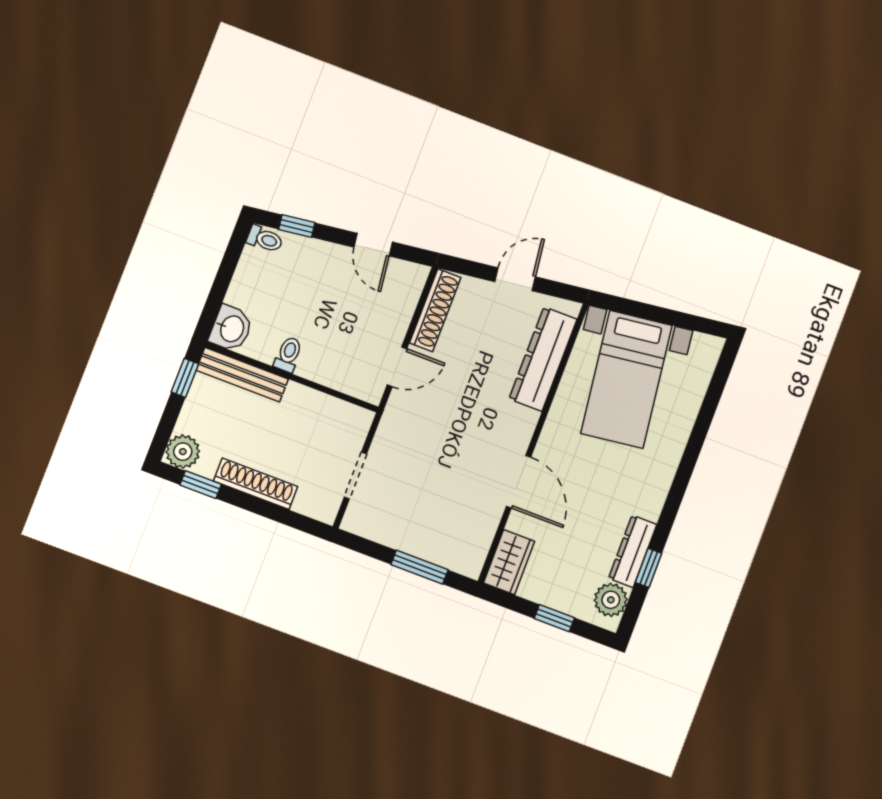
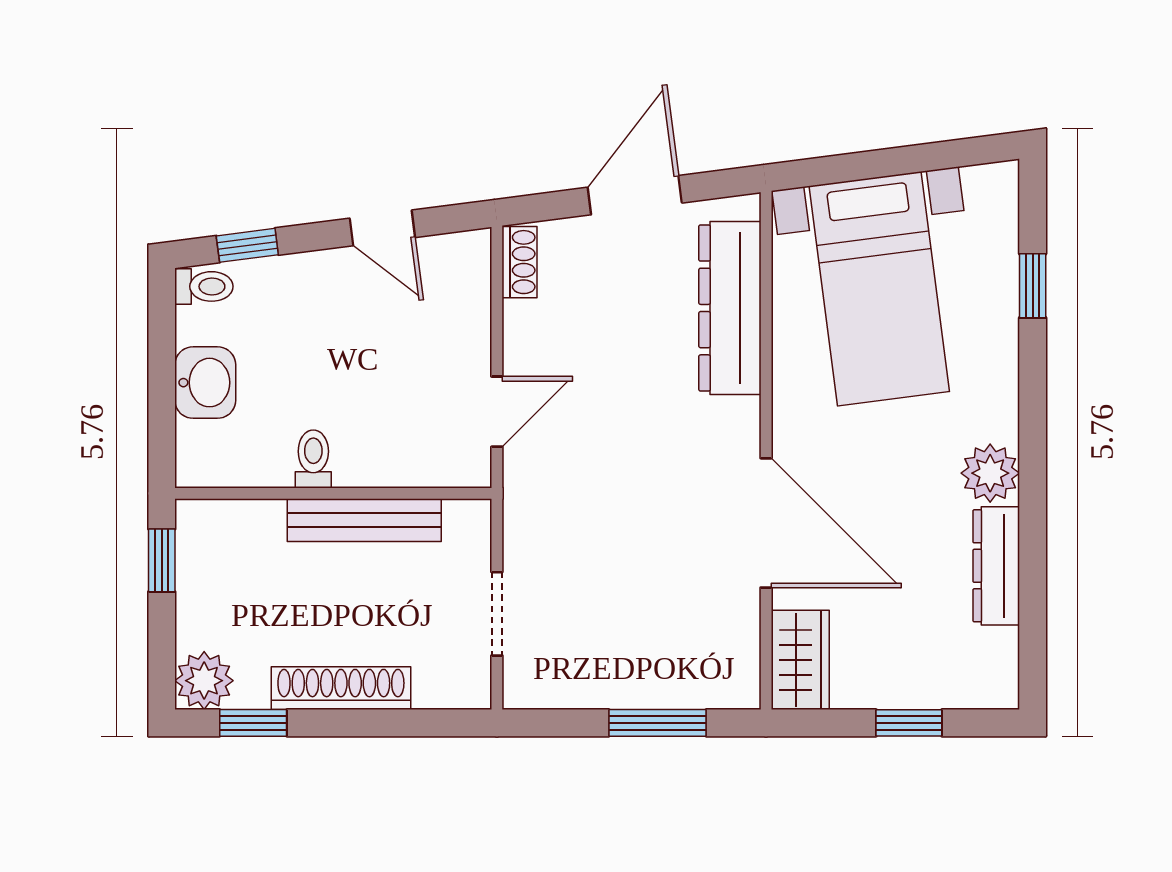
door: (515, 279) -> (635, 195), width x1.38
shoe rack: (435, 310) -> (520, 262), width x0.51, depth x0.81
washbasin: (231, 328) -> (205, 383), moved
bench: (242, 375) -> (364, 520), moved
door: (519, 482) -> (766, 523), width x1.36
window: (649, 568) -> (1033, 286), moved
plant: (611, 600) -> (990, 473), moved

